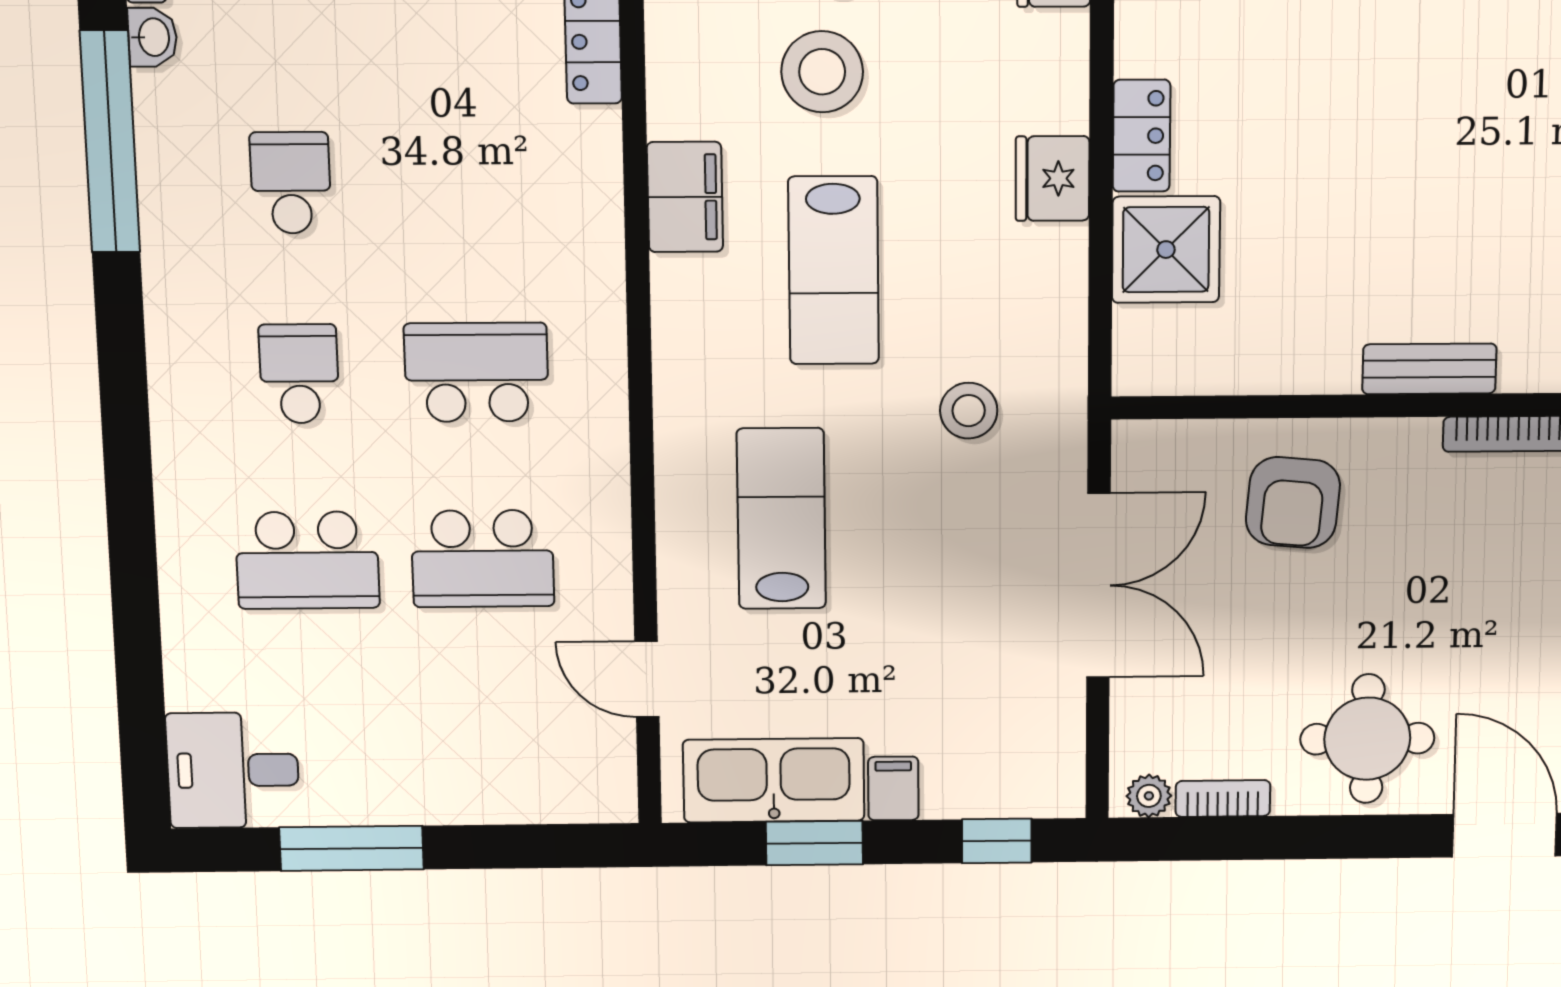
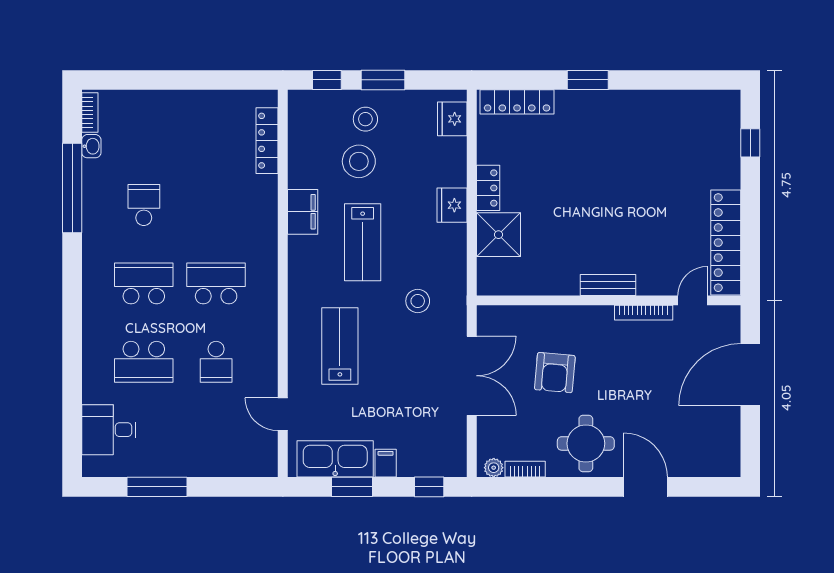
school desk: (299, 374) -> (144, 283), width x1.85
armchair: (1293, 503) -> (555, 373), moved
school desk: (483, 559) -> (216, 362), width x0.54
desk: (233, 770) -> (109, 430), moved

